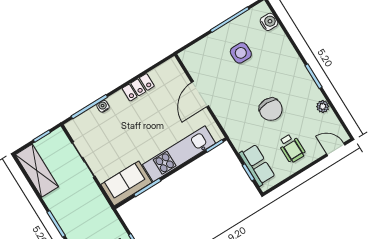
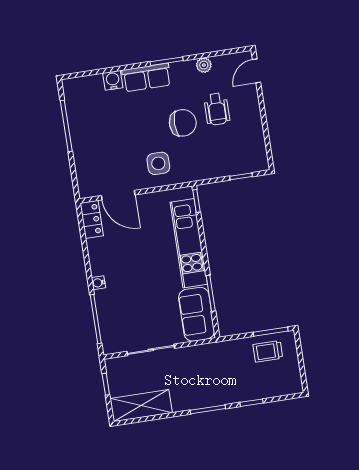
water cooler: (269, 22) -> (113, 80), moved
side table: (241, 53) -> (158, 163), moved
locker: (138, 87) -> (92, 219), moved
door: (200, 94) -> (118, 195), moved
water cooler: (103, 106) -> (98, 283), moved
wheelchair: (292, 148) -> (217, 109), moved, turned 90
row of seats: (257, 165) -> (147, 77), moved, turned 180

